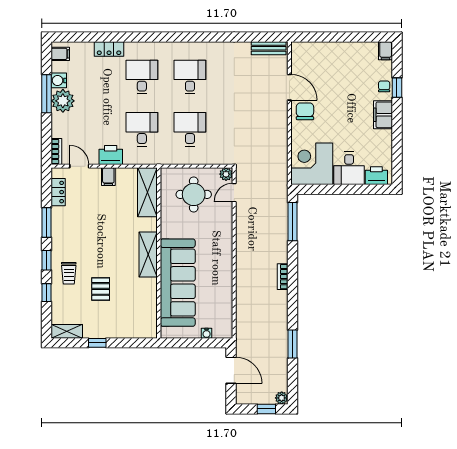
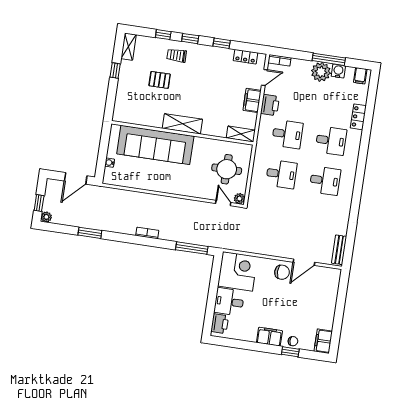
filing cabinet: (386, 51) -> (323, 341), width x2.00
filing cabinet: (108, 177) -> (252, 100), width x2.00
shelving: (147, 192) -> (241, 134), width x0.67, depth x0.75
window: (47, 222) -> (222, 43), width x0.67

